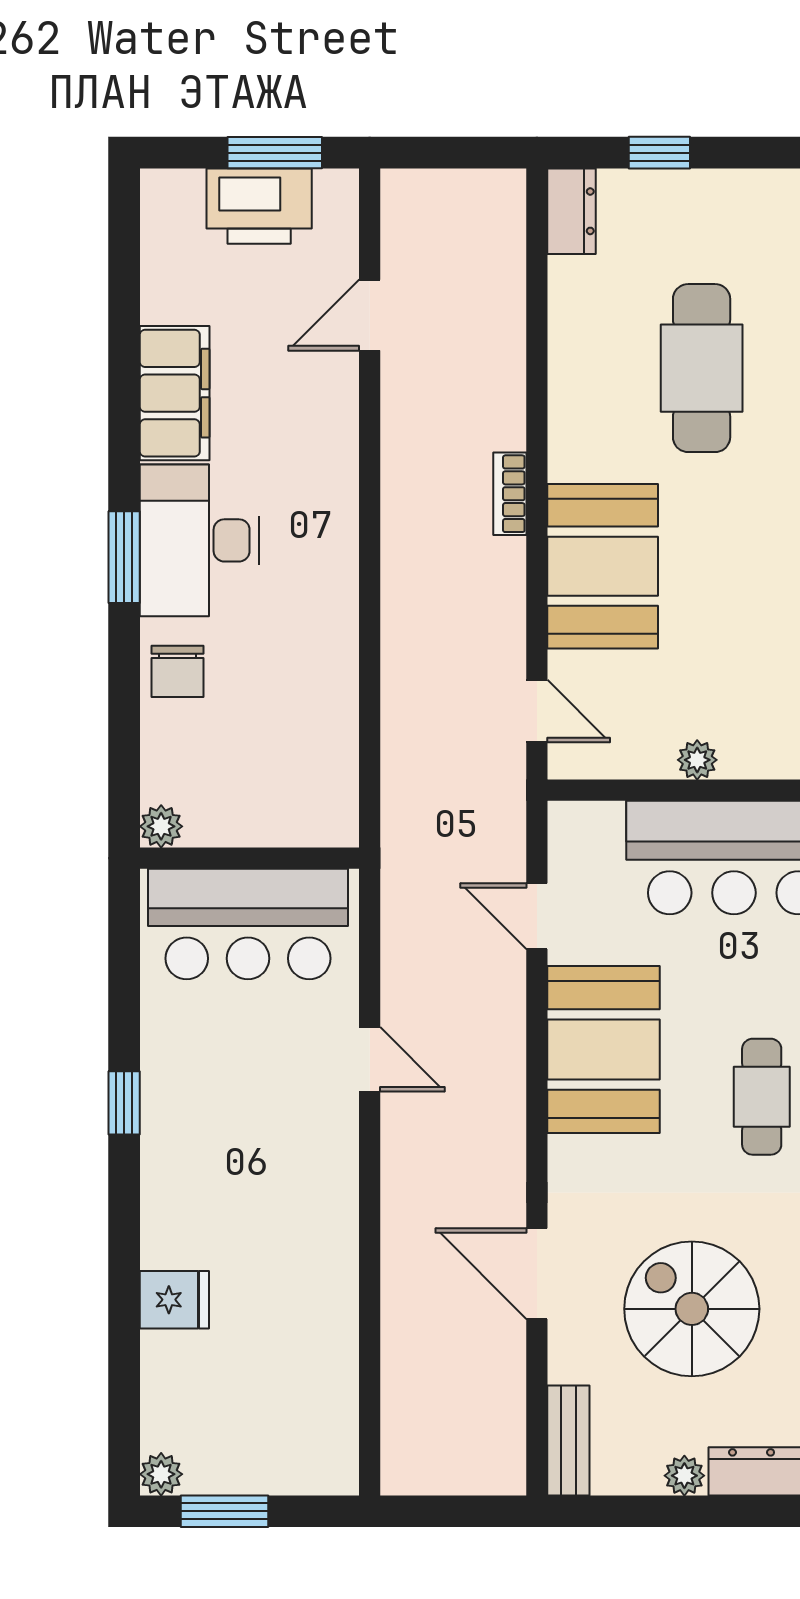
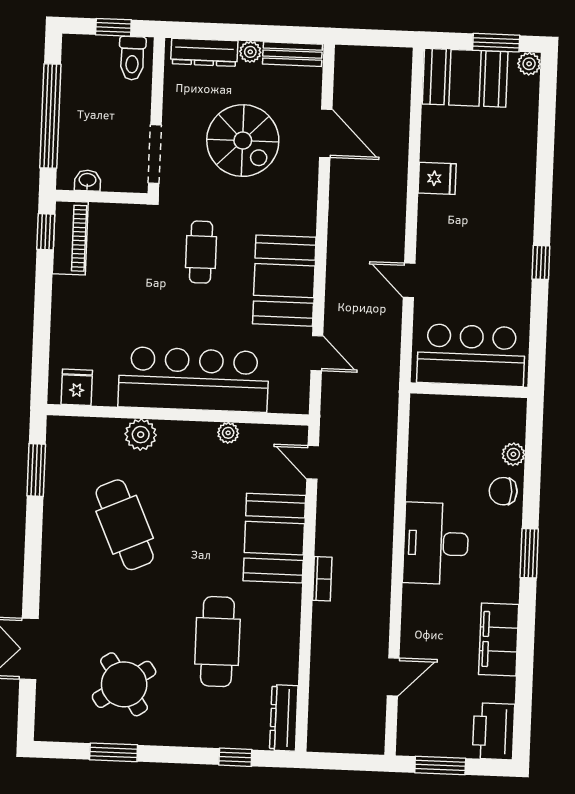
printer: (259, 206) -> (494, 731), moved, turned -90
dresser: (571, 211) -> (284, 718), width x1.44
desk: (199, 540) -> (436, 543), moved, turned 180
chair: (177, 671) -> (503, 491), turned -90
plant: (161, 826) -> (513, 454), moved
door: (537, 1274) -> (326, 133), moved
fridge: (174, 1300) -> (437, 178), moved, turned 180
bench: (568, 1440) -> (292, 54), moved, turned 90
booth: (280, 1443) -> (465, 78), added

